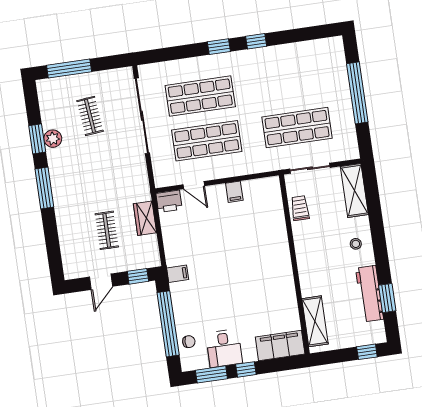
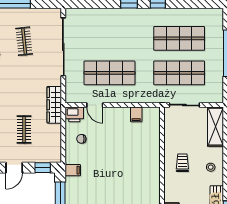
shop shelf: (200, 96) -> (179, 38), moved
filing cabinet: (234, 192) -> (136, 114), moved
trolley: (300, 208) -> (182, 163), moved
wardrobe: (145, 218) -> (54, 105), moved, width x1.50
chair: (183, 232) -> (81, 139), added

